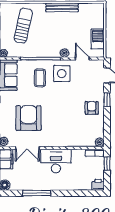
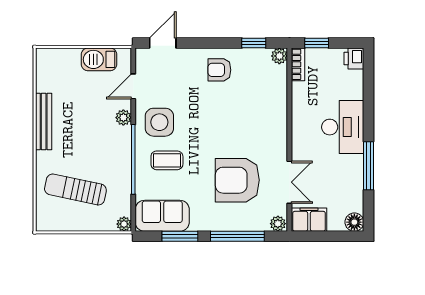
window: (107, 100) -> (254, 43), moved
desk: (56, 161) -> (343, 127), moved, turned 180

